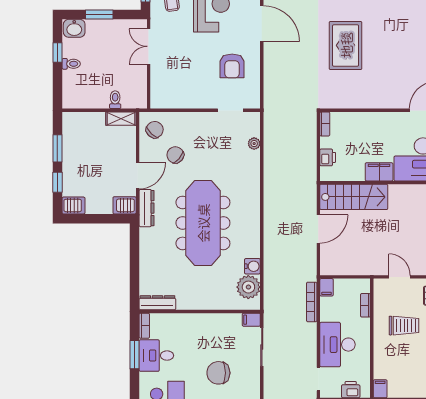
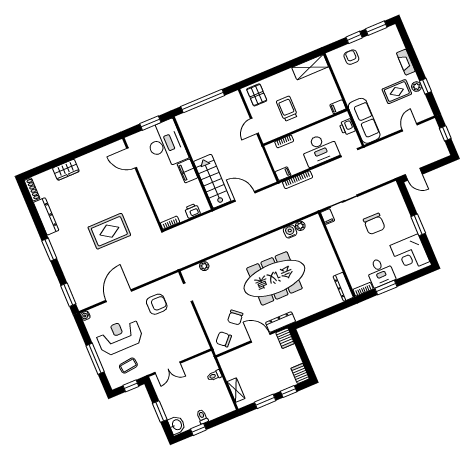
shelving: (121, 119) -> (236, 390), moved
plant: (248, 287) -> (300, 226), width x0.53, depth x0.53

